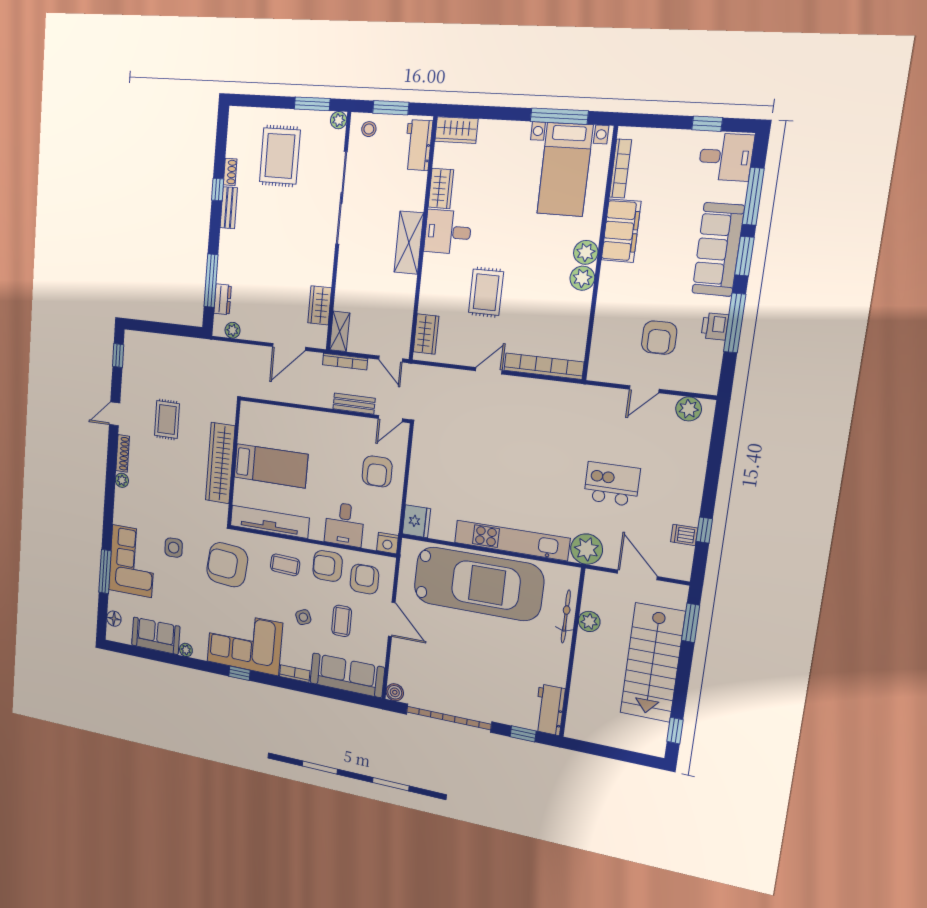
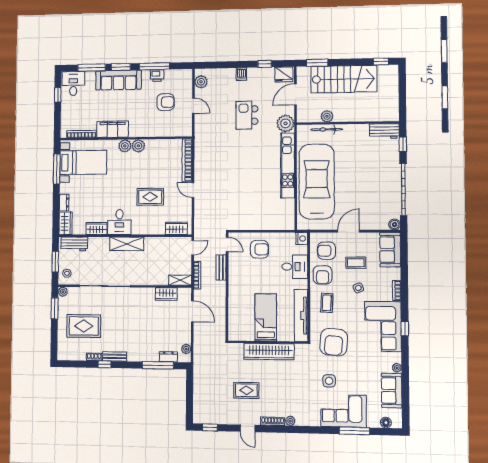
dresser: (494, 129) -> (64, 203), added
fridge: (416, 521) -> (284, 74), moved, turned 180
dishwasher: (684, 535) -> (241, 74), moved
sofa: (347, 675) -> (390, 250), width x0.73

